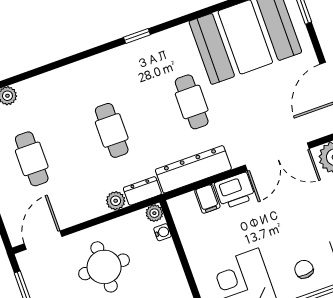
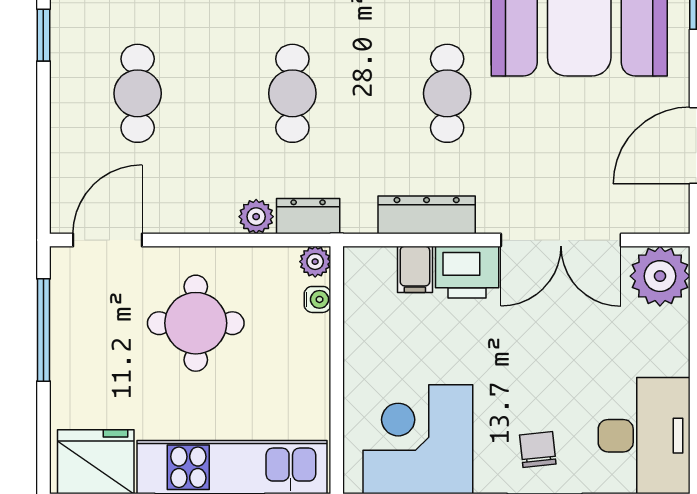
dresser: (193, 169) -> (427, 215), width x0.73, depth x0.80

